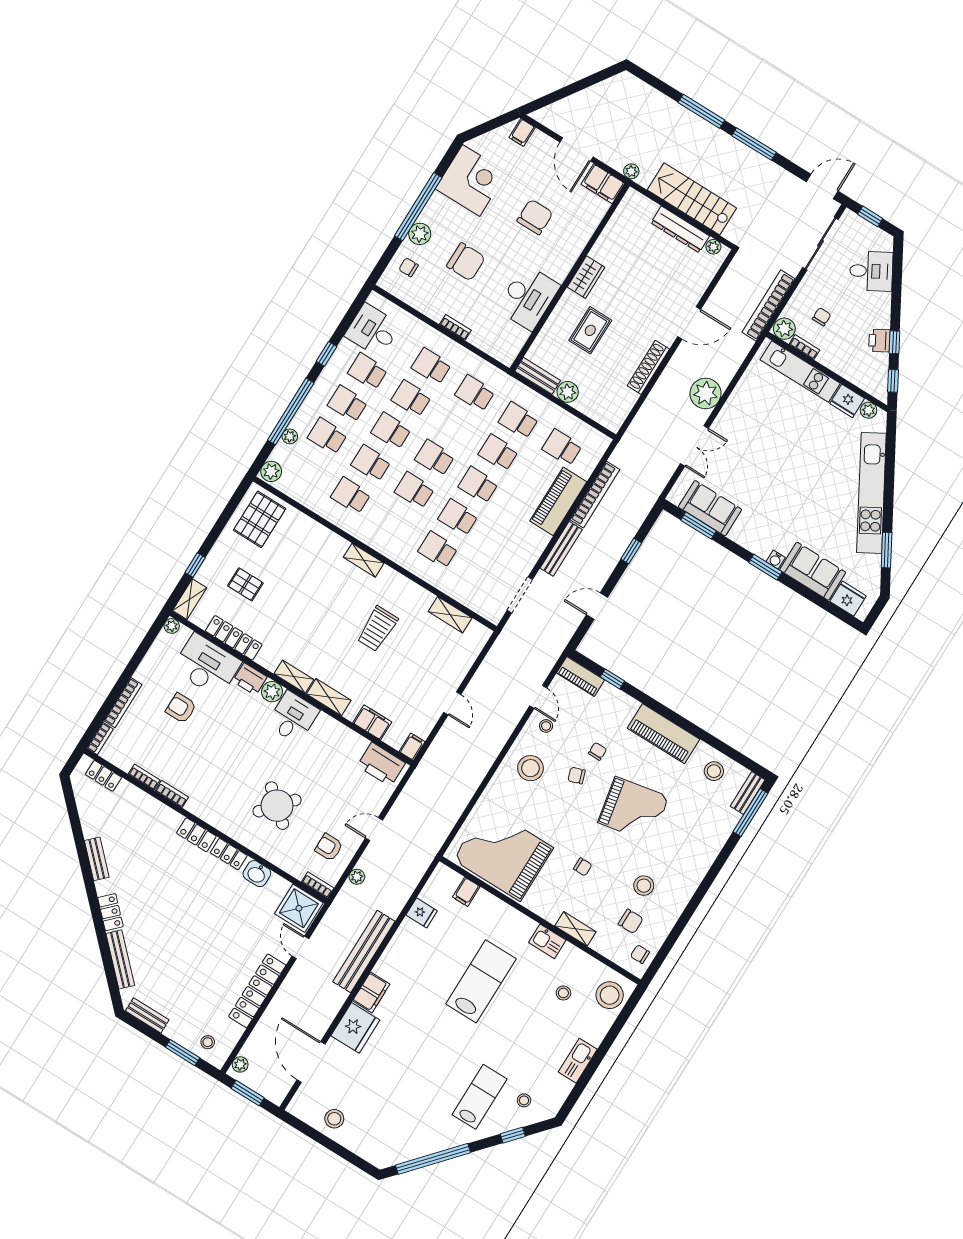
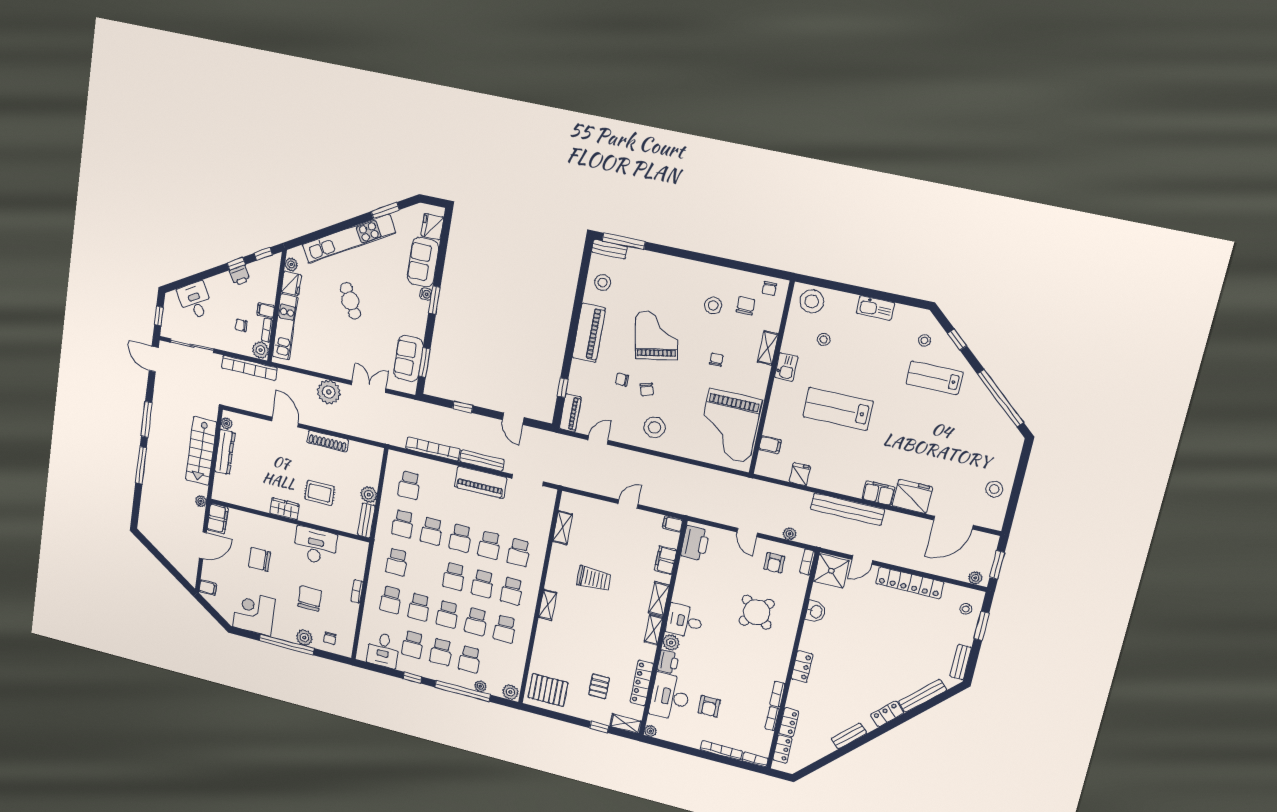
filing cabinet: (828, 355) -> (266, 310), added
cafe table: (801, 465) -> (350, 301), added
piano: (558, 501) -> (481, 482), moved
school desk: (394, 523) -> (512, 591), added
stool: (546, 726) -> (618, 426), removed
locker: (229, 854) -> (789, 722), moved

